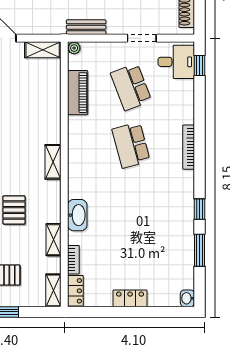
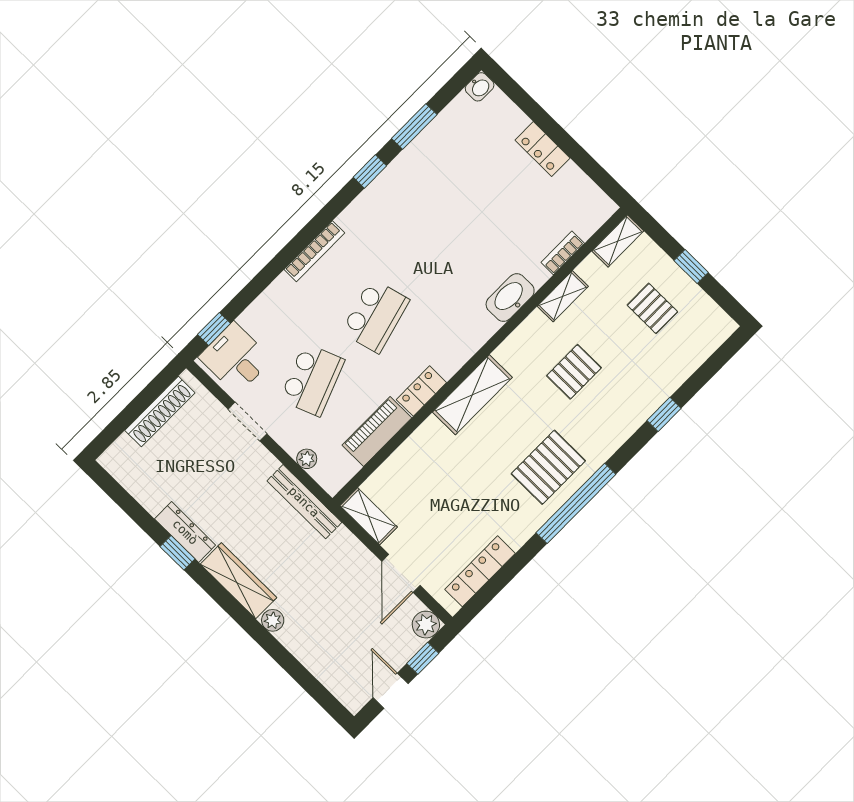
bench: (86, 27) -> (304, 502), width x1.36
plant: (74, 48) -> (307, 459), moved
shelving: (53, 162) -> (472, 395), width x1.50, depth x1.33
locker: (75, 291) -> (421, 391), moved

